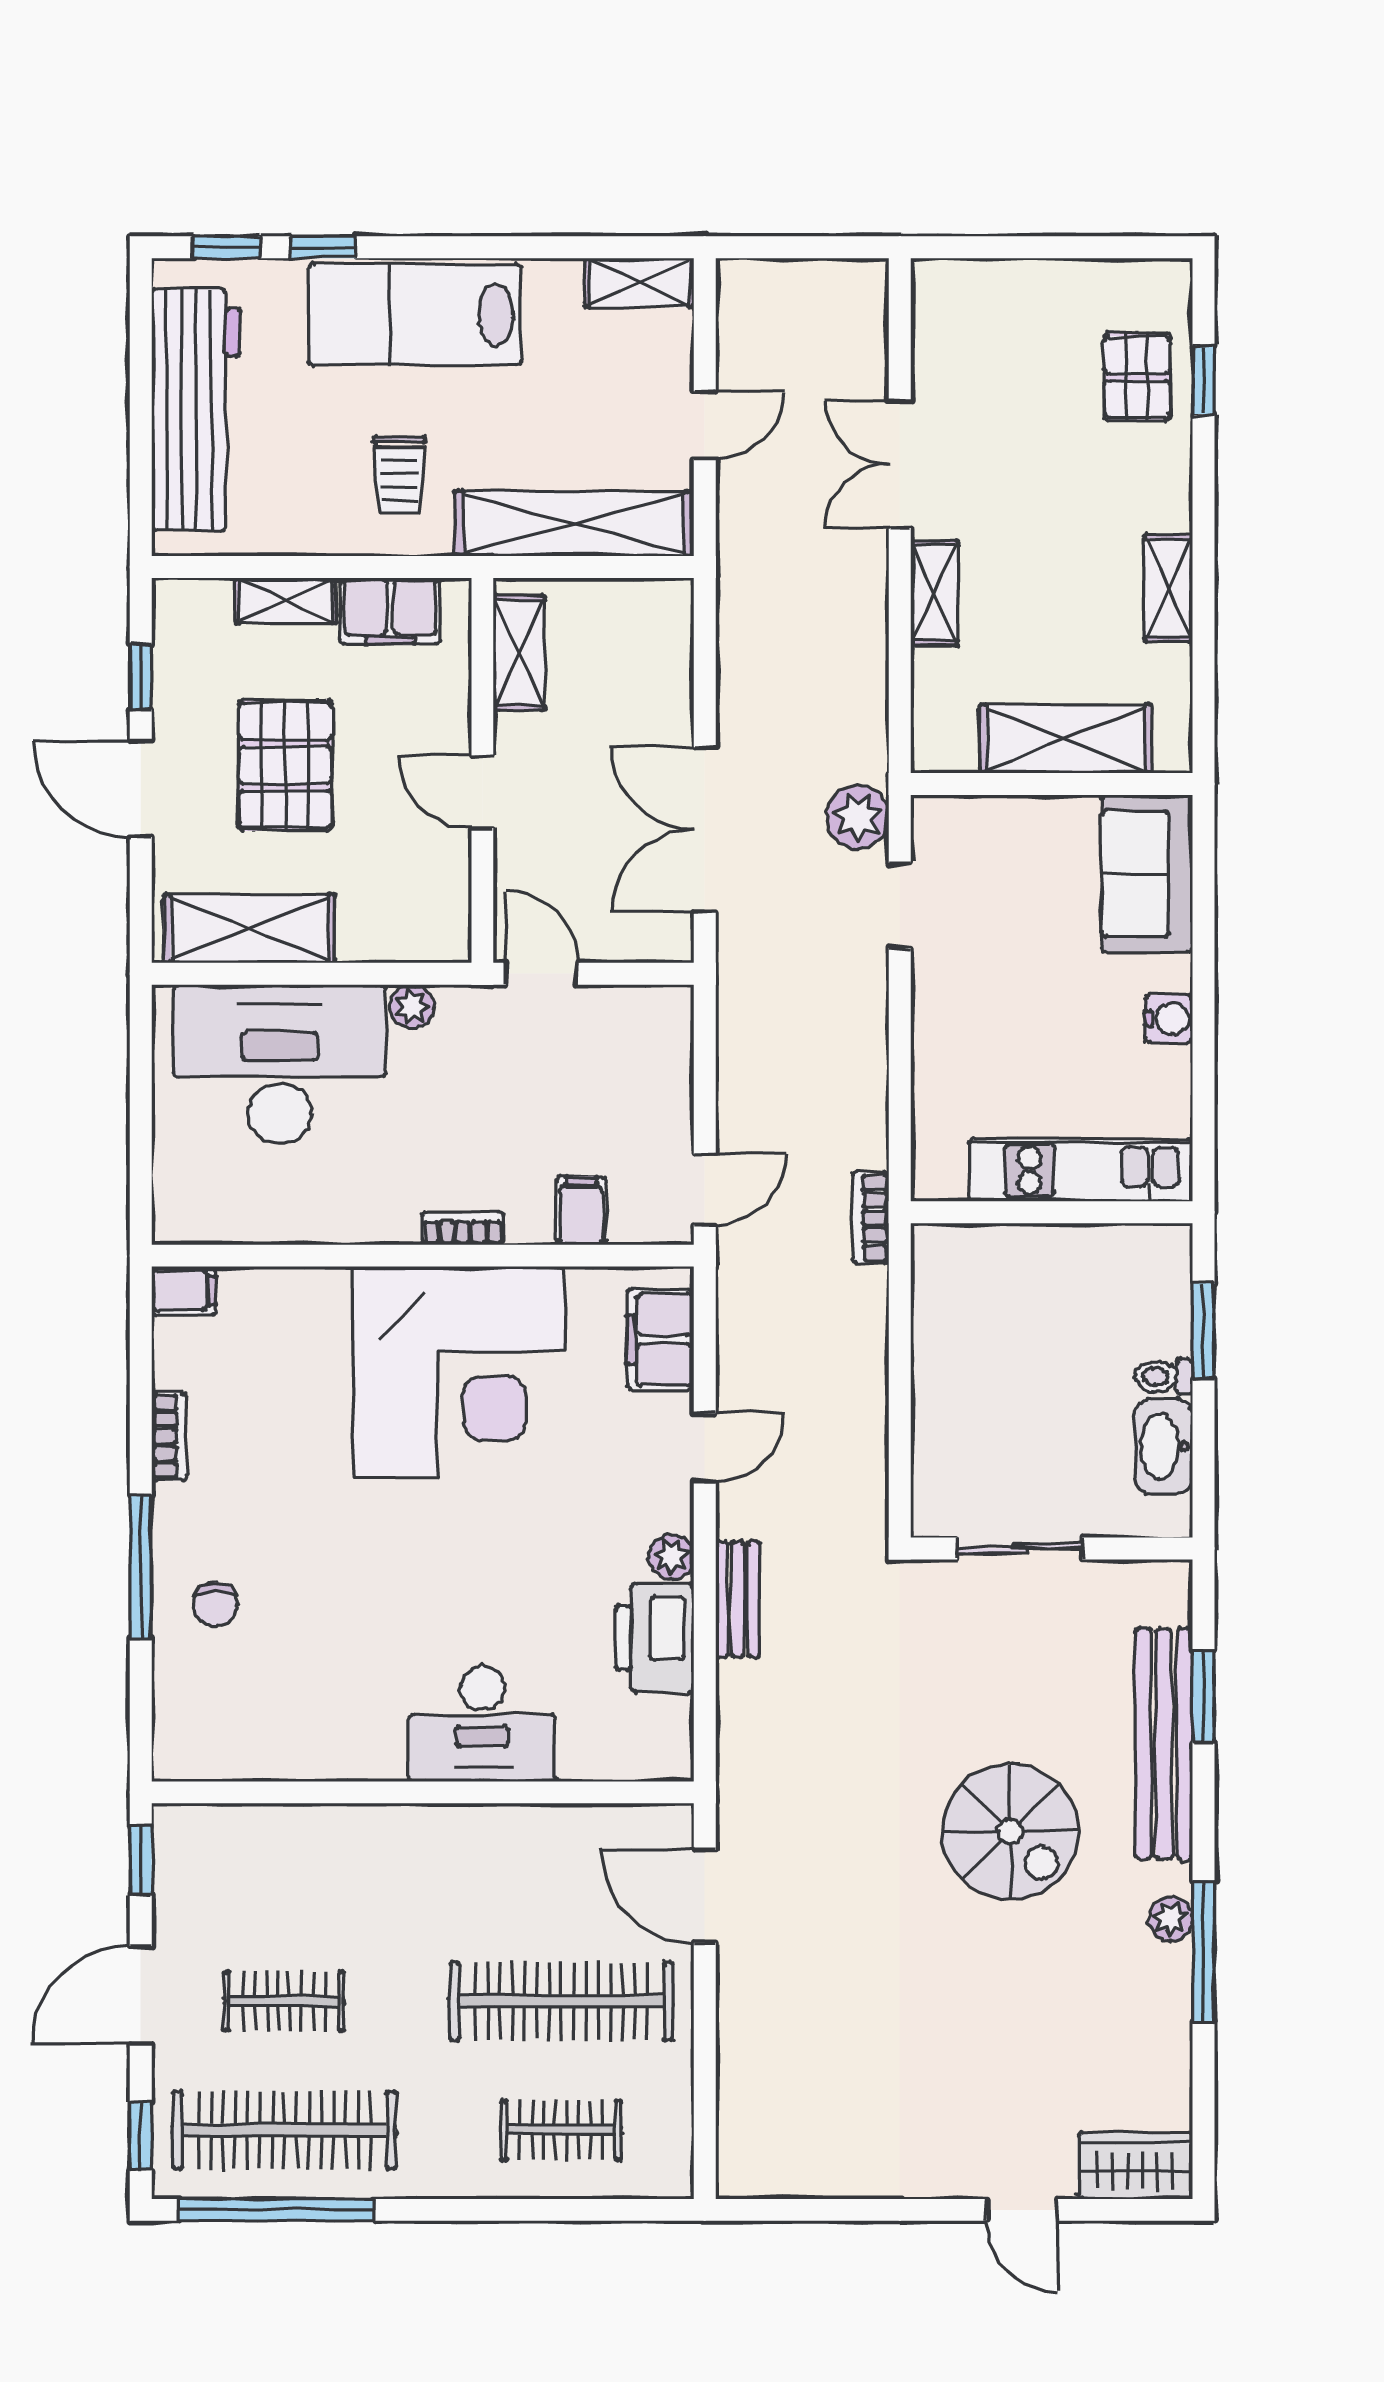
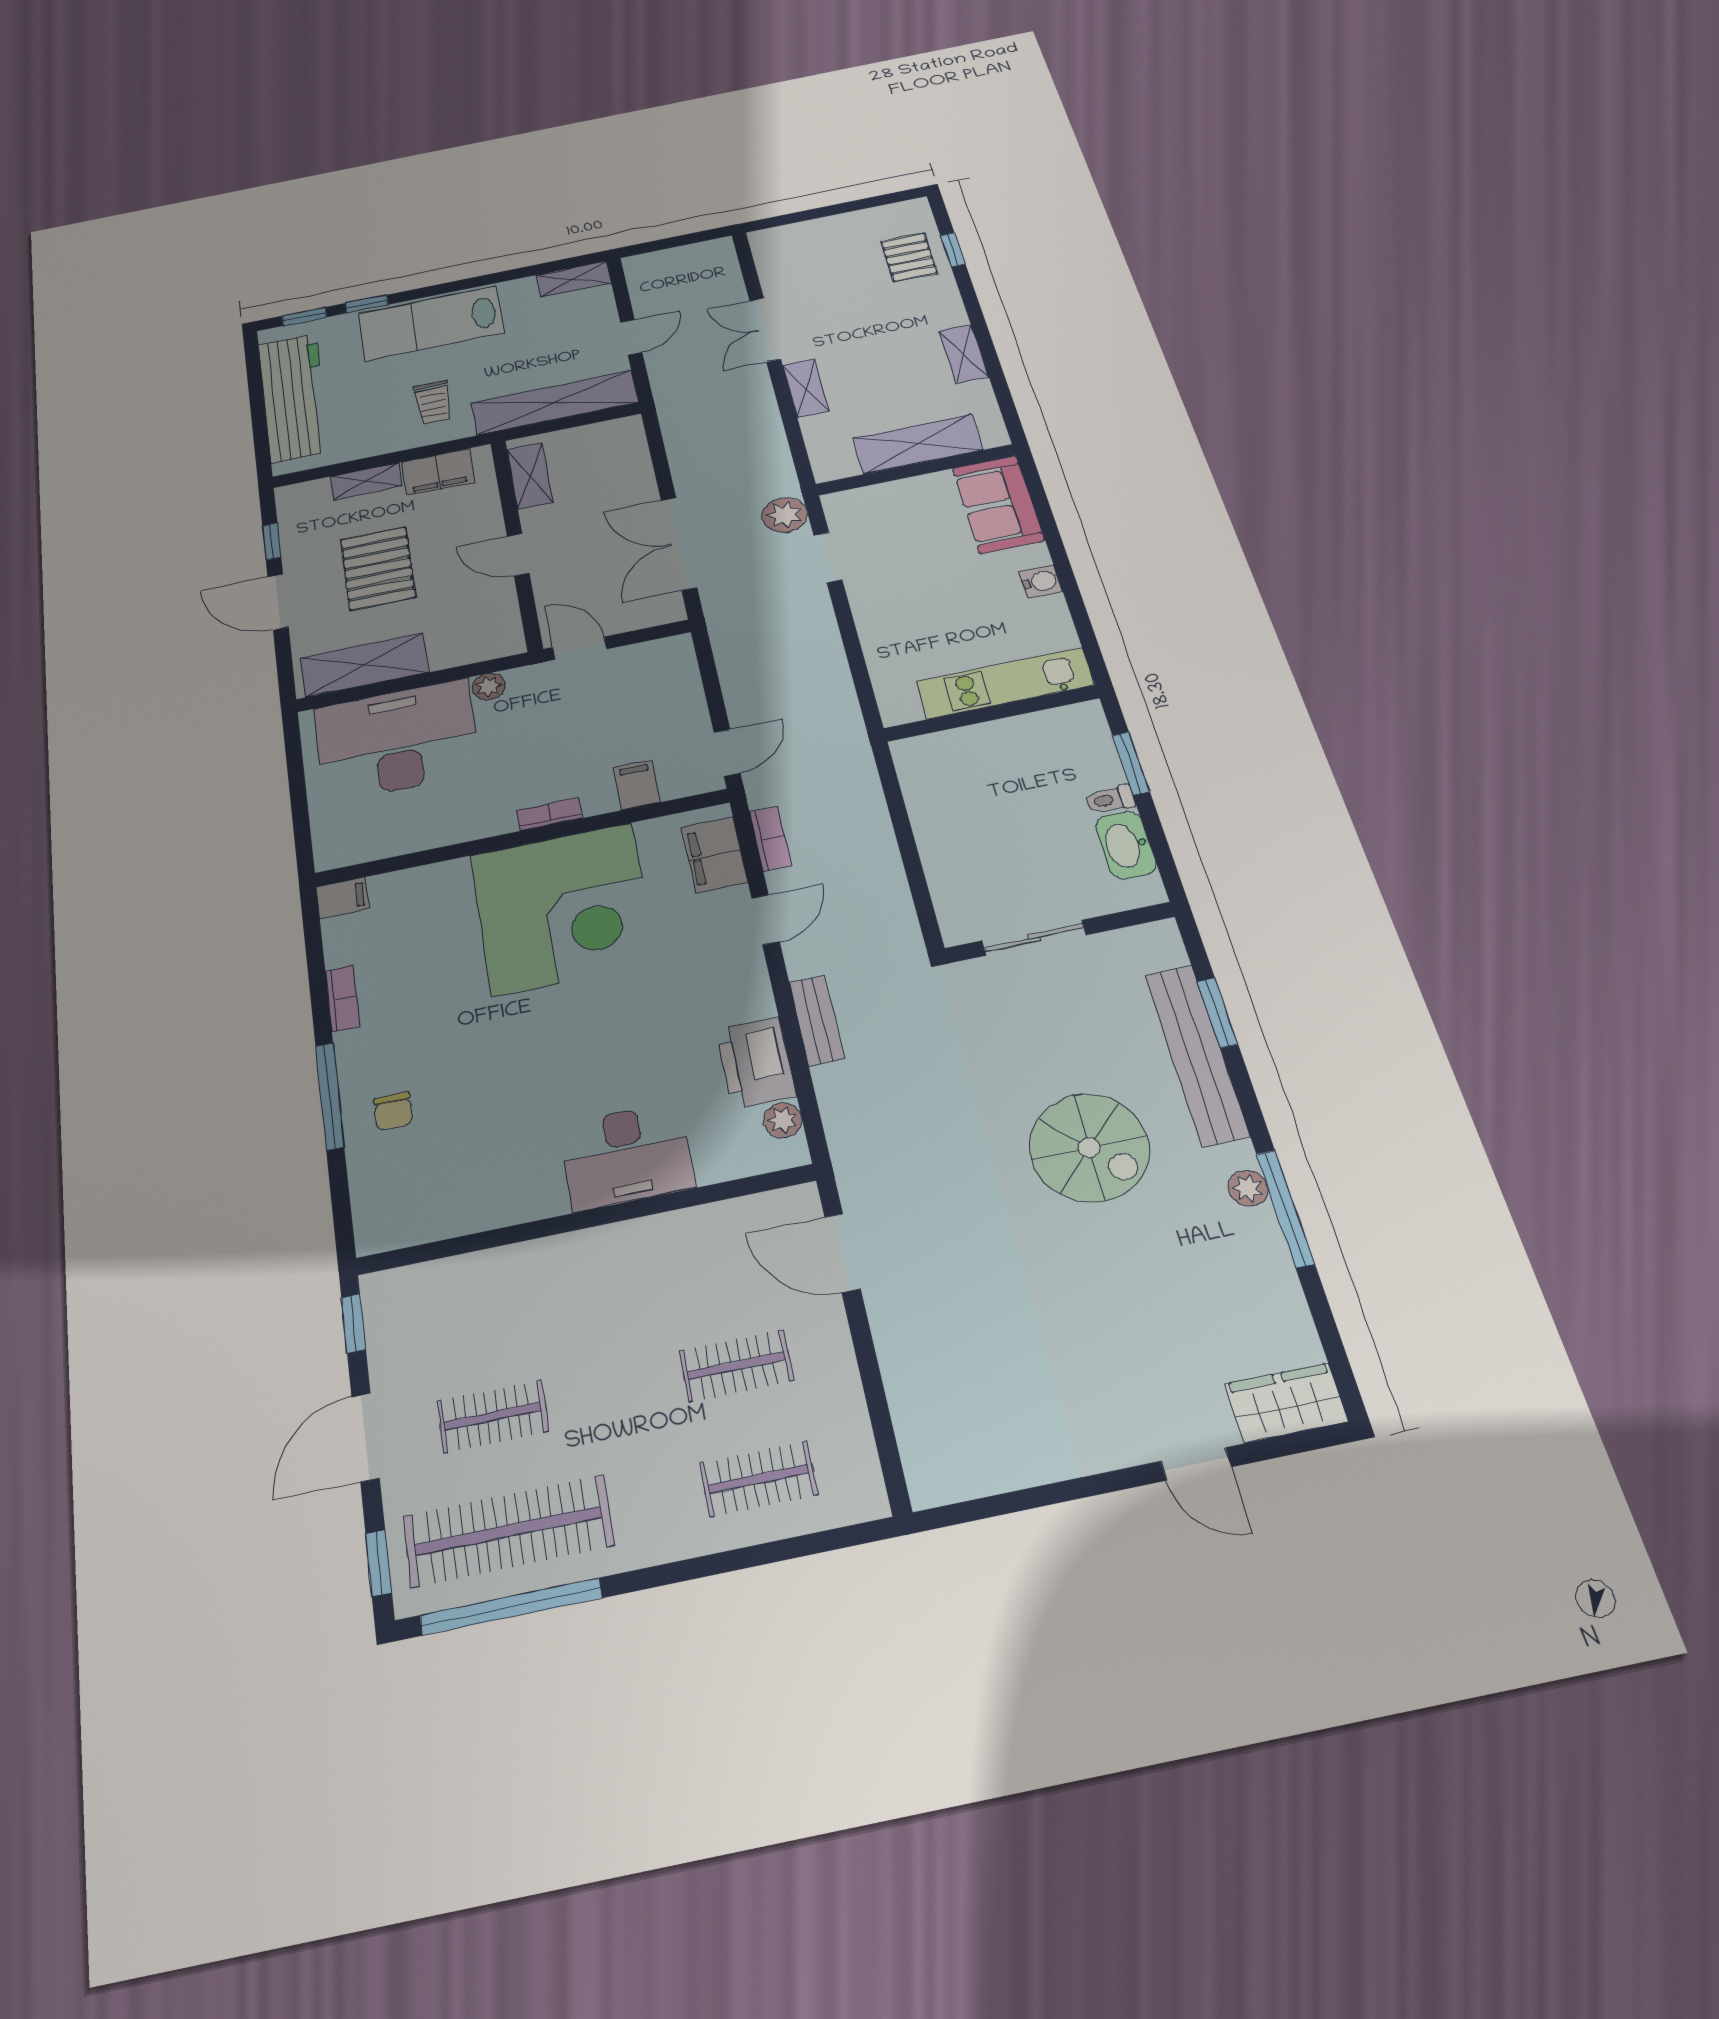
bookcase: (871, 1218) -> (770, 839), moved, turned 180
plant: (671, 1557) -> (783, 1120), moved
clothes rail: (561, 2001) -> (736, 1366), width x0.54, depth x0.76

